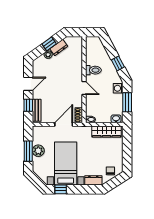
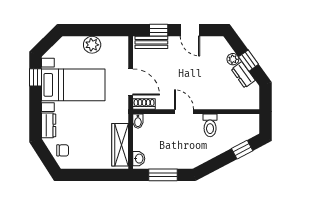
window: (118, 63) -> (242, 150), moved
door: (84, 88) -> (184, 112), swing flipped
washing machine: (118, 88) -> (184, 162), removed
window: (28, 151) -> (92, 30), removed

